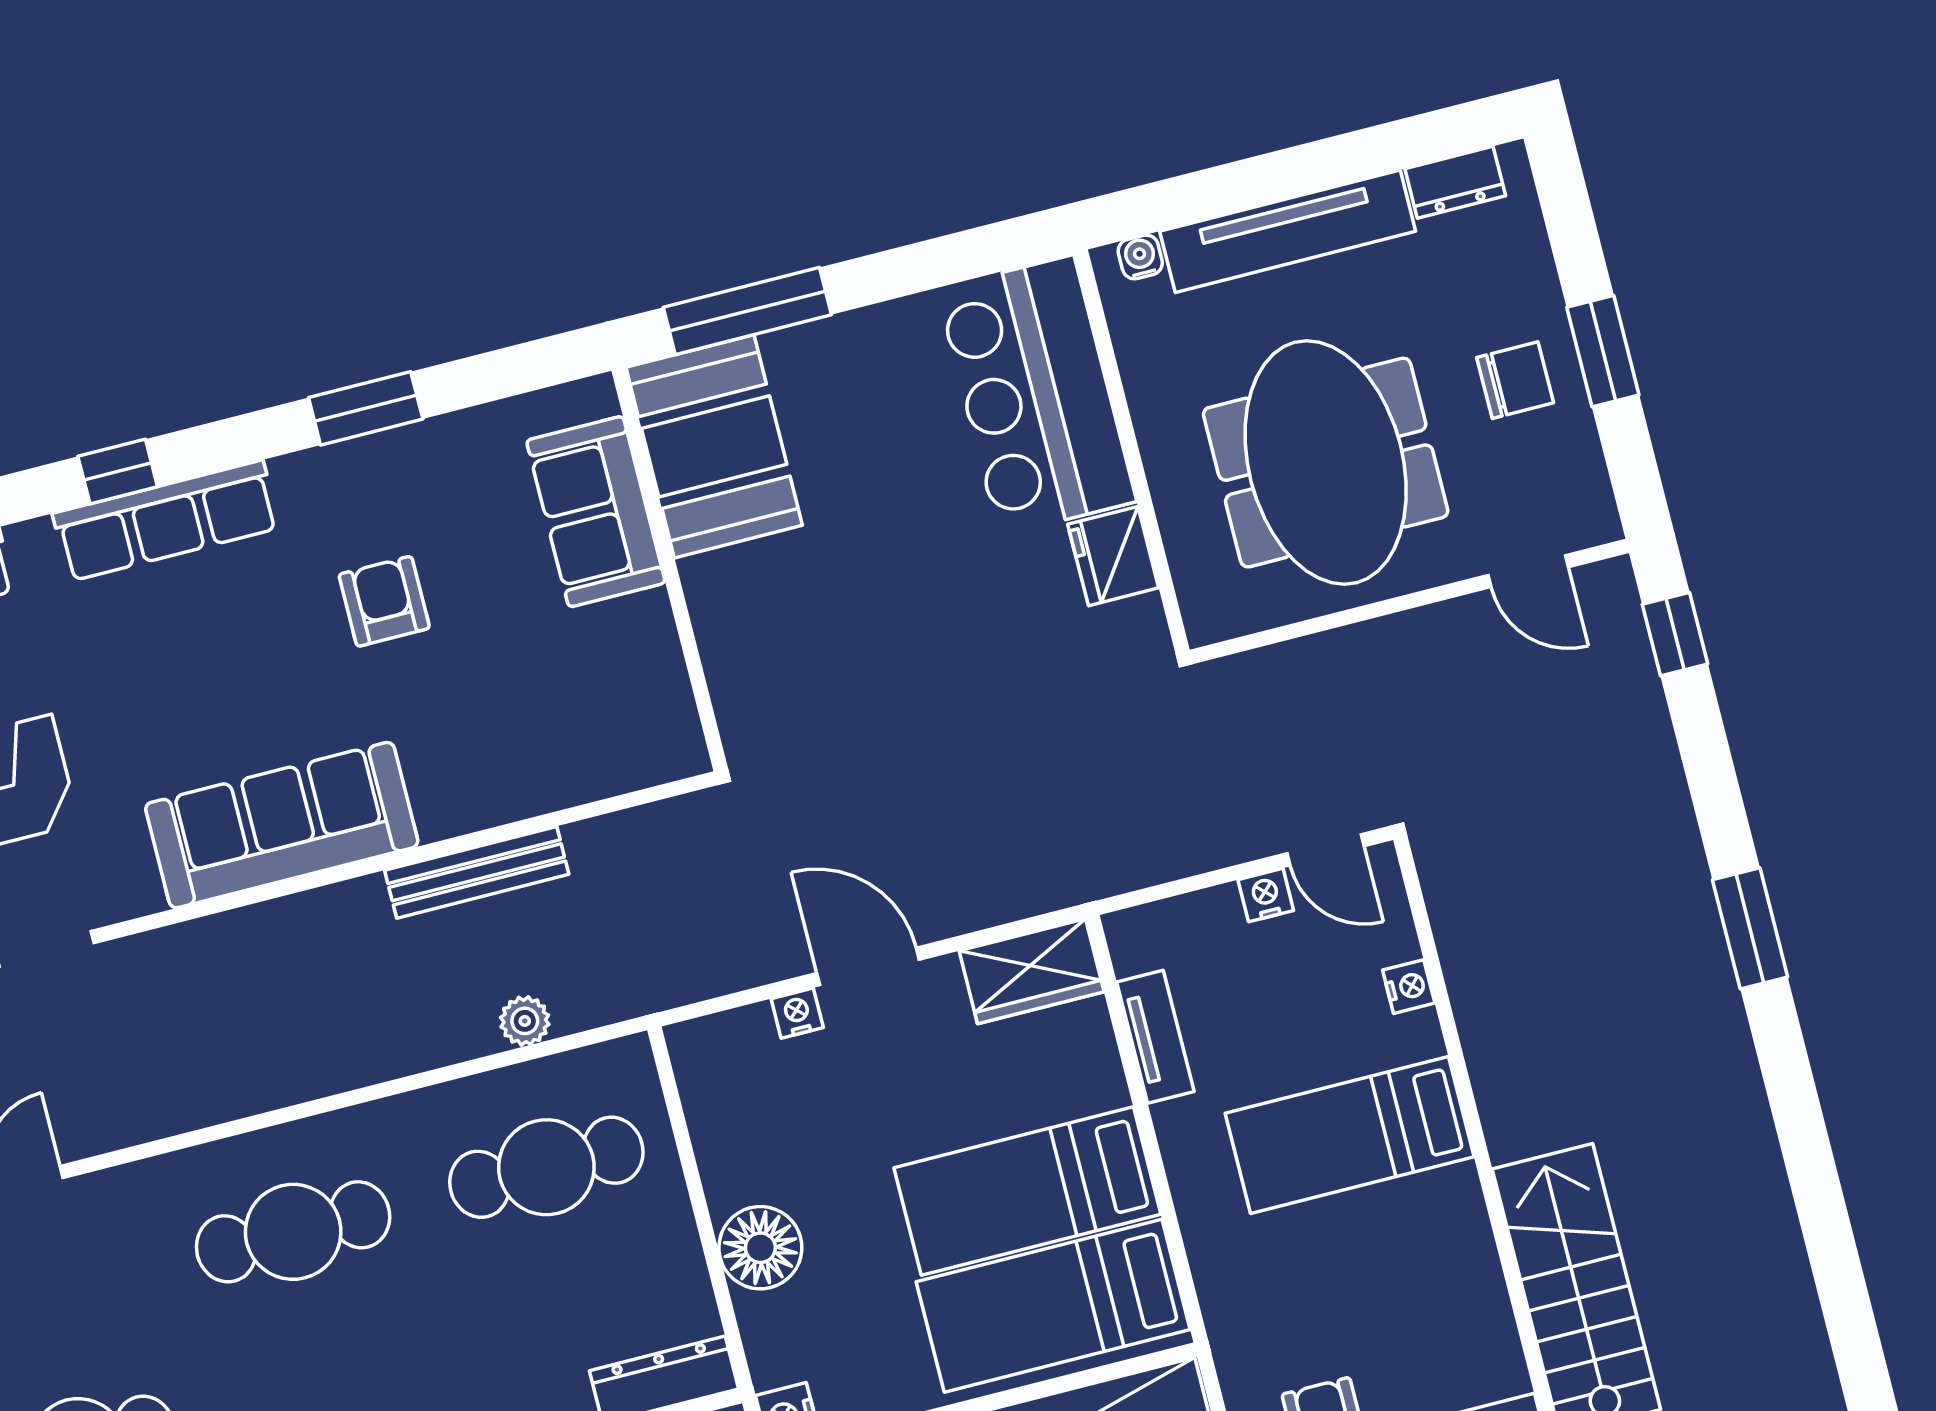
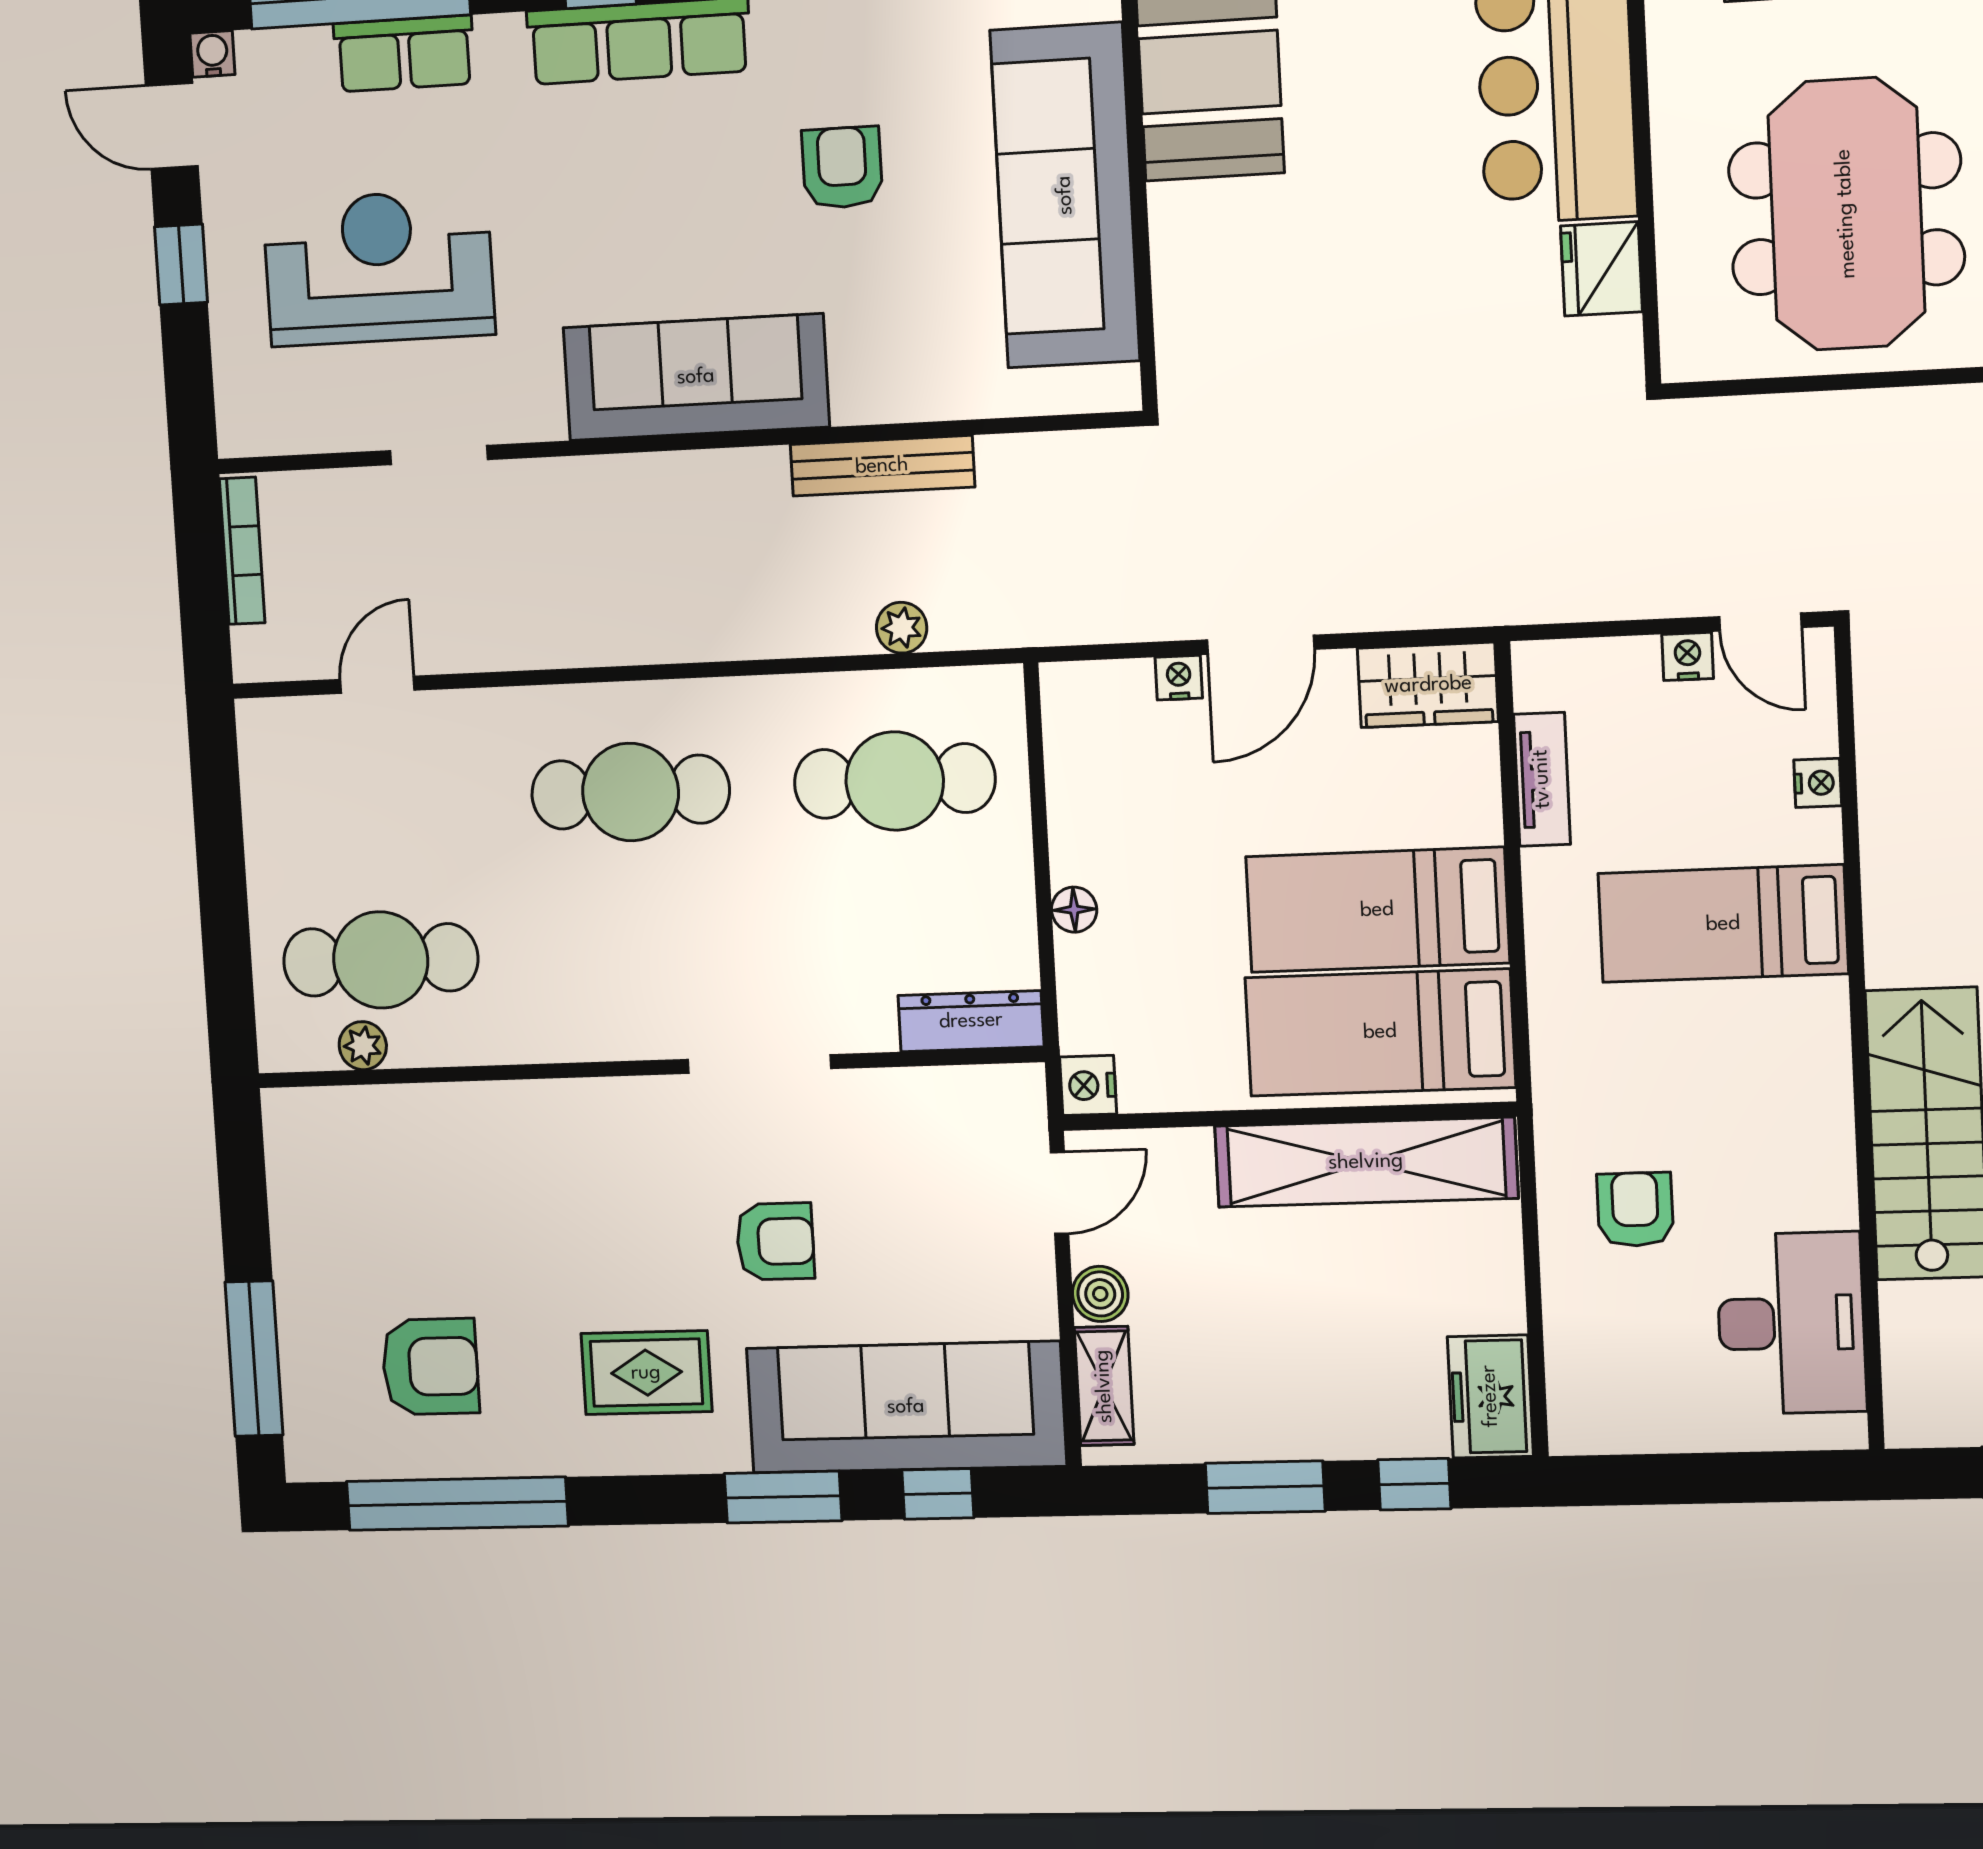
sofa: (596, 512) -> (1065, 195), width x1.85, depth x1.27
door: (868, 966) -> (1261, 645), swing flipped
floor lamp: (760, 1248) -> (1074, 910), width x0.53, depth x0.53

